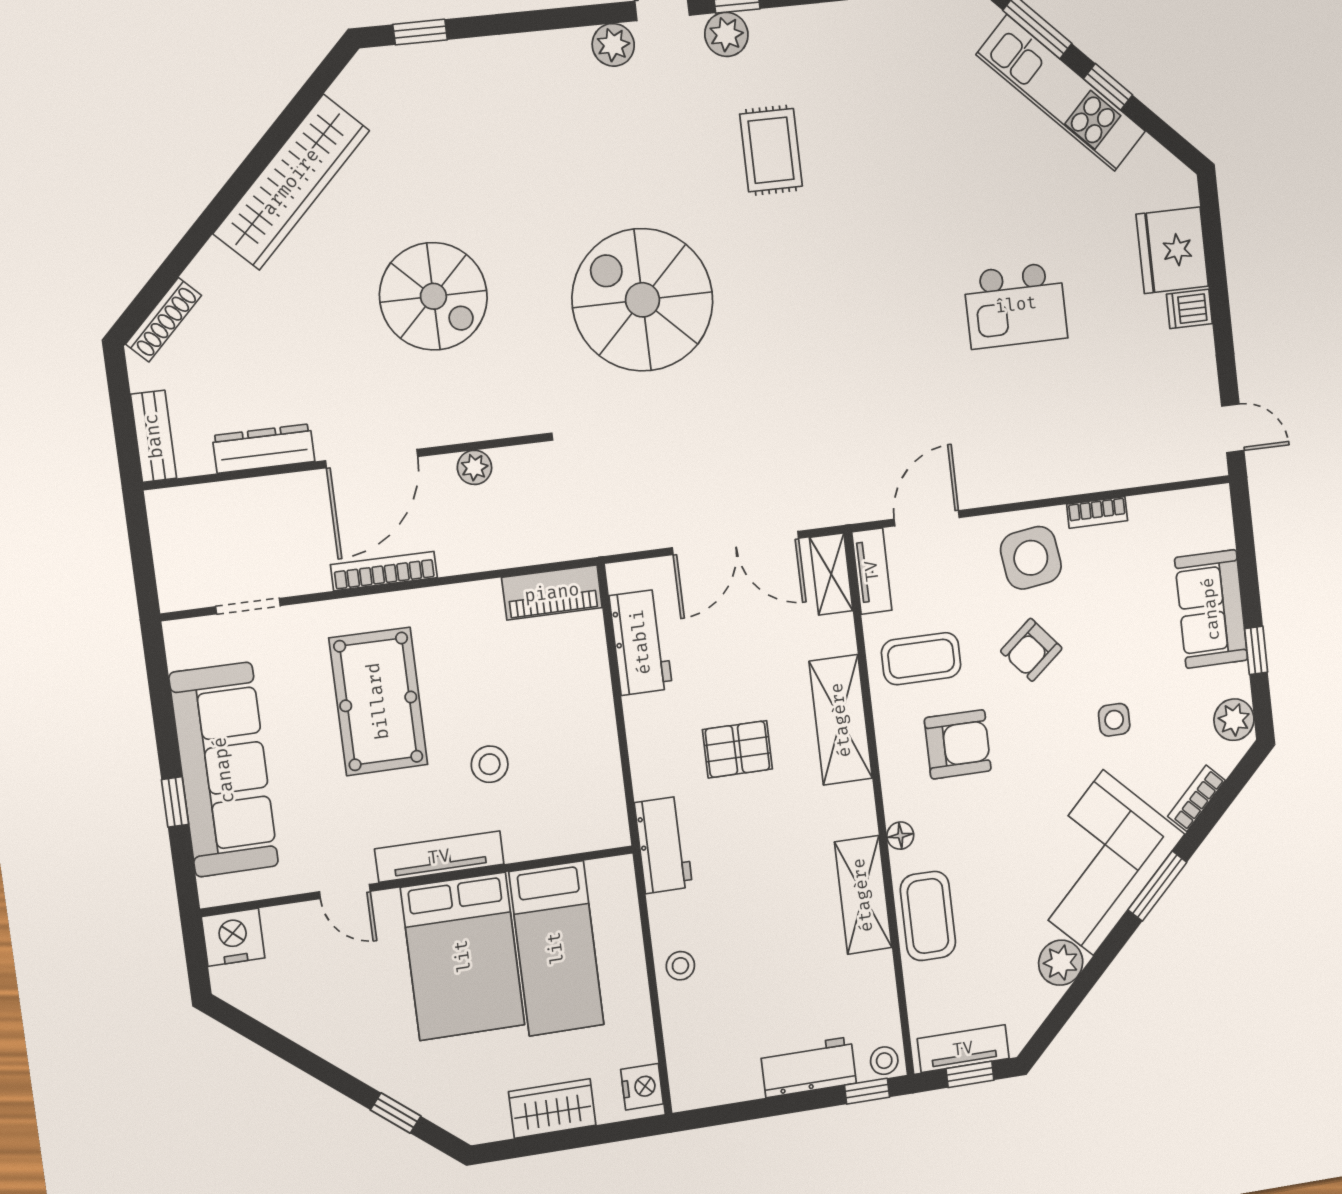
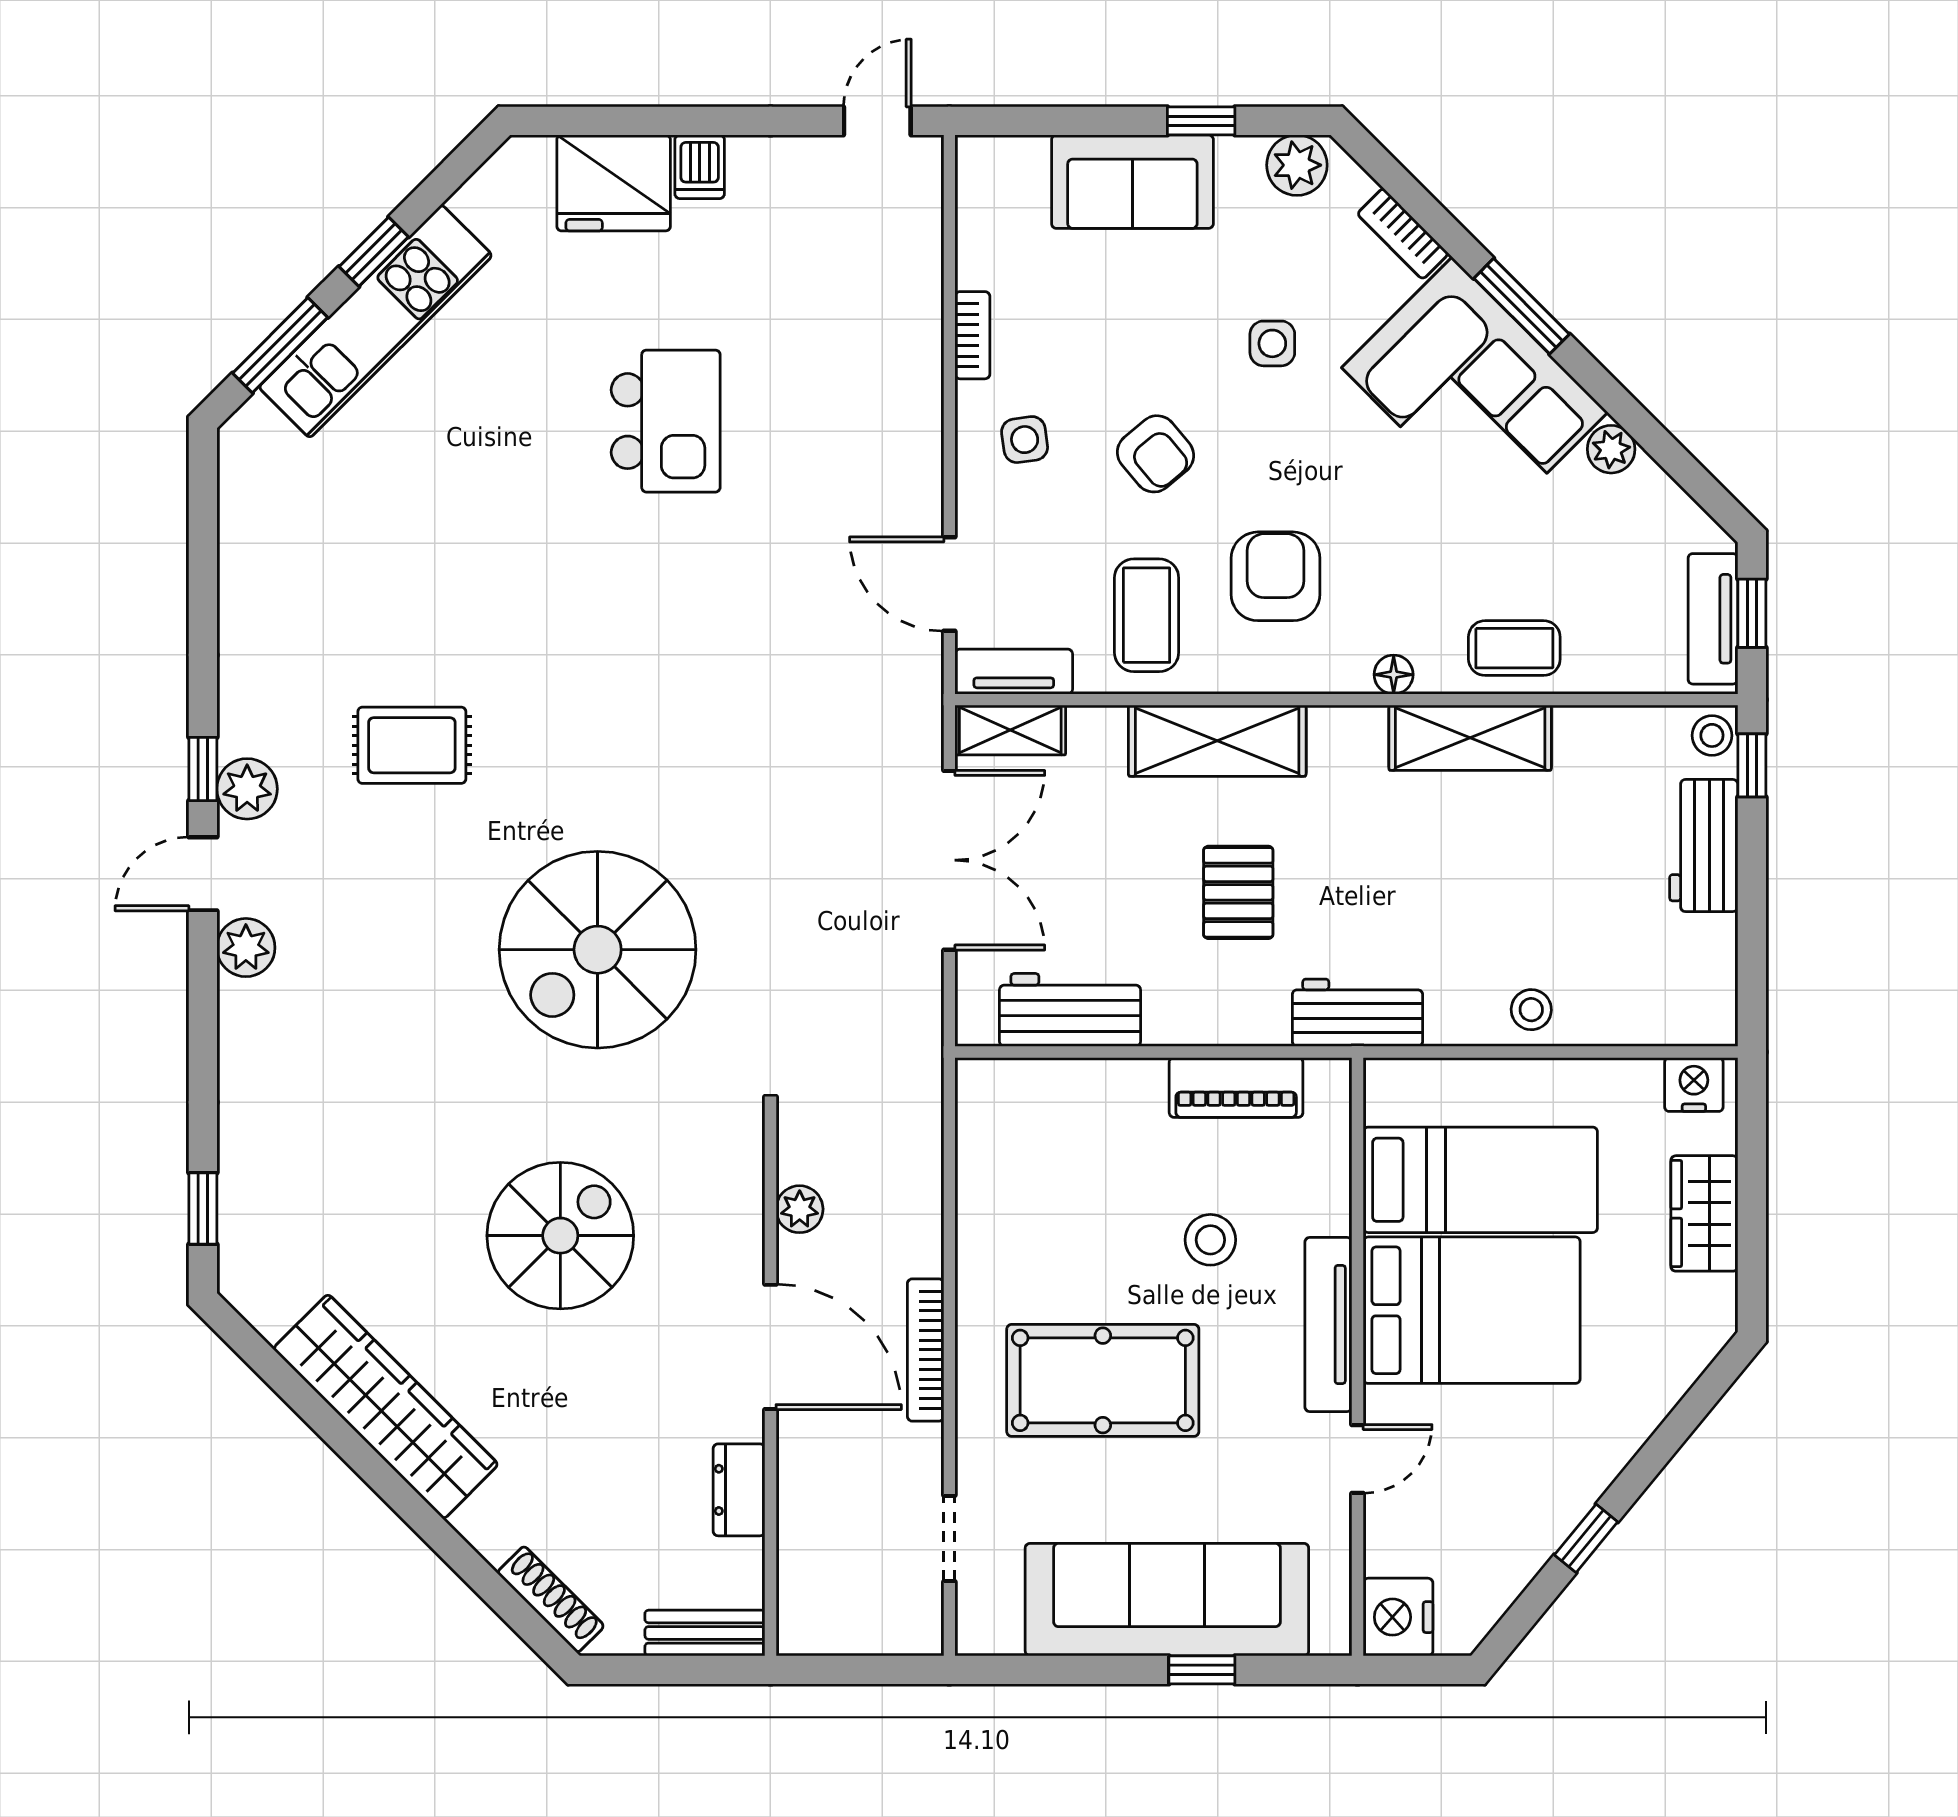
dresser: (264, 448) -> (739, 1490), width x0.70
side table: (1031, 558) -> (1025, 440), width x0.54, depth x0.54
piano: (552, 593) -> (1236, 1087), moved, turned 90
coffee table: (928, 916) -> (1514, 648), width x0.73, depth x0.77
plant: (1061, 963) -> (1611, 449), width x0.73, depth x0.73
window: (396, 1113) -> (1586, 1538), moved

